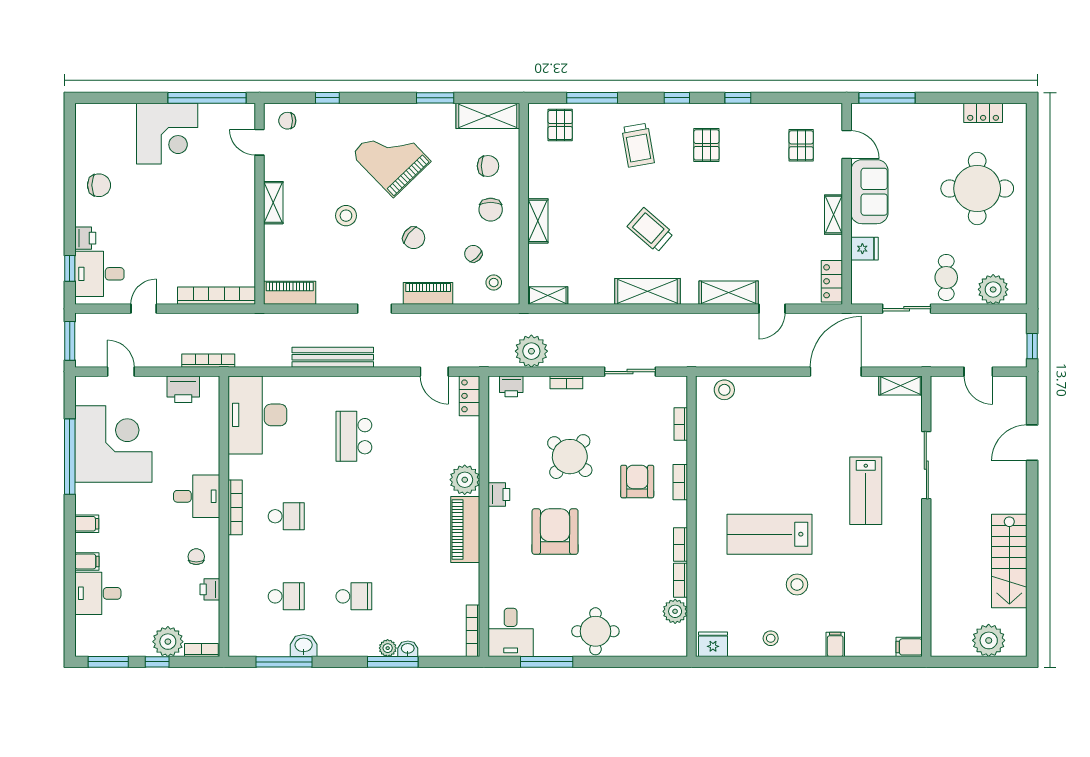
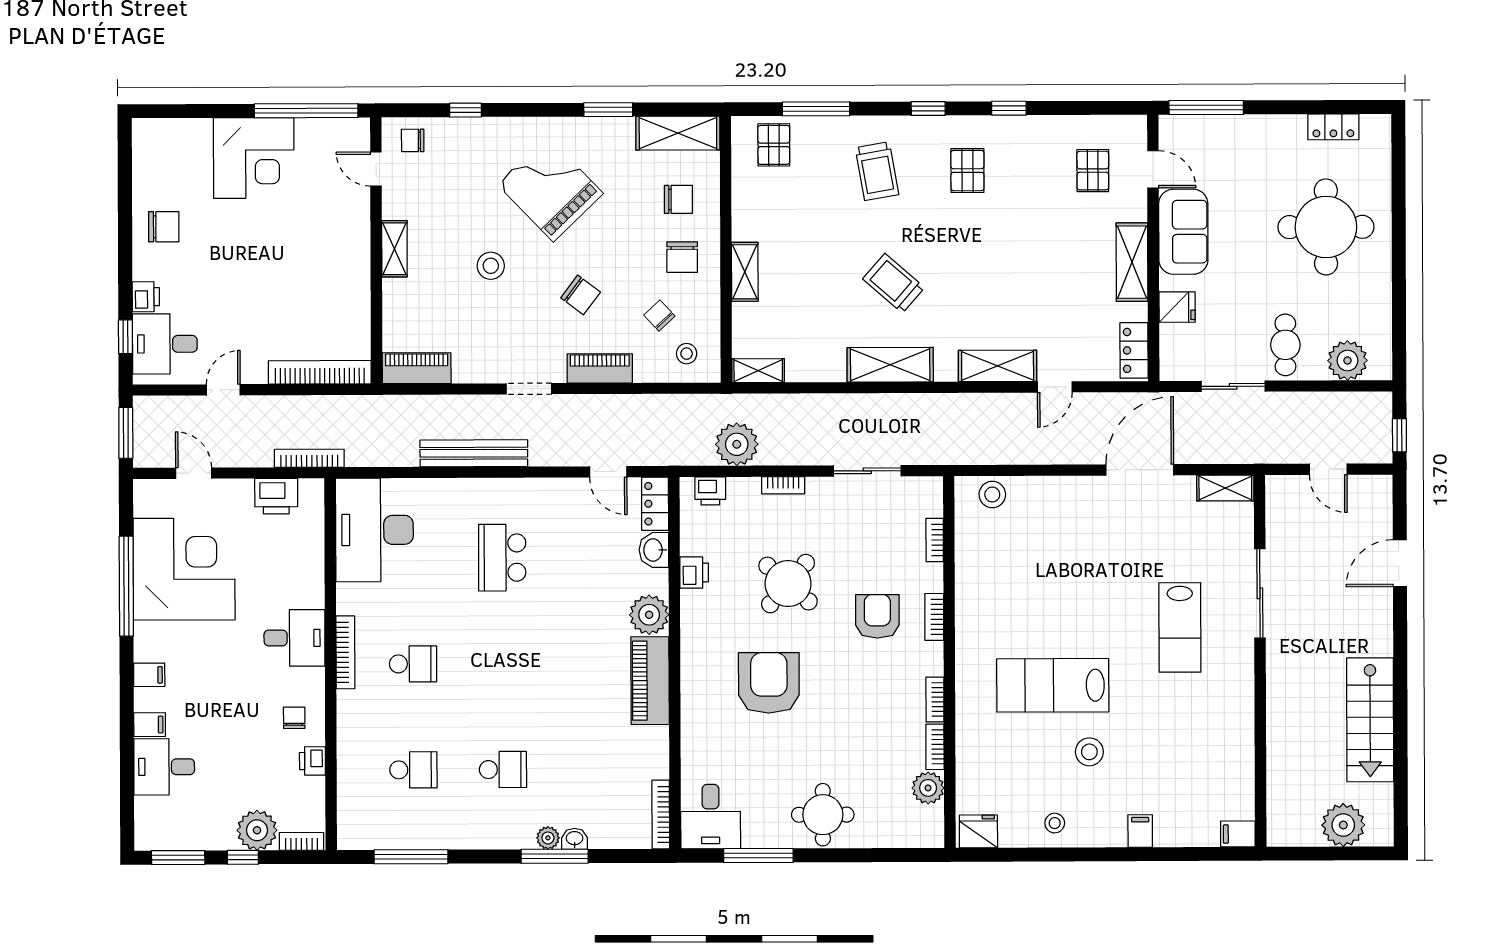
shelving: (834, 215) -> (1132, 262), width x1.50, depth x1.33
printer: (499, 495) -> (694, 572), moved
washbasin: (304, 646) -> (654, 550), moved, turned -90

